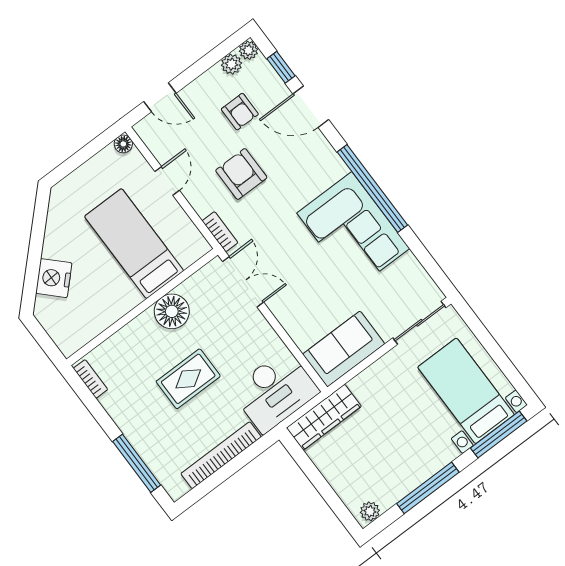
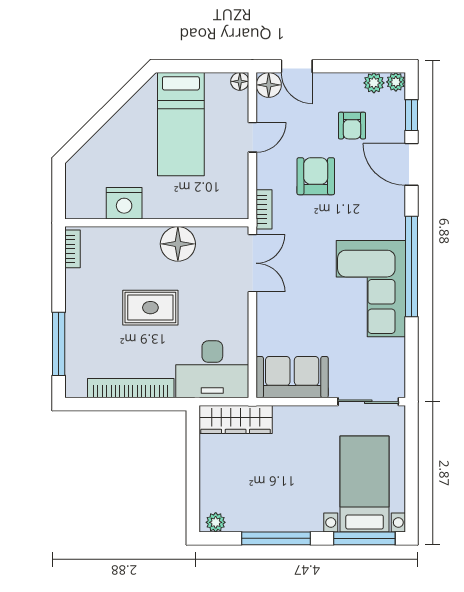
floor lamp: (149, 129) -> (269, 85), added
bed: (134, 244) -> (181, 124), moved, turned 180
nightstand: (54, 278) -> (124, 203), moved, turned -135

